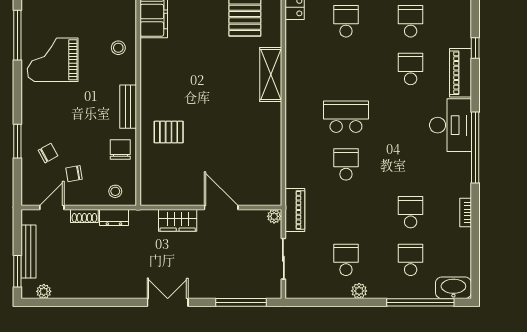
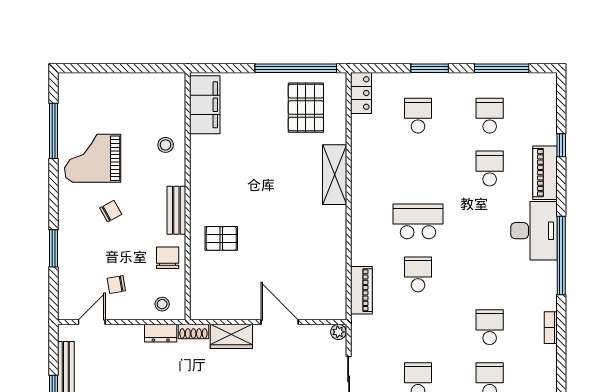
chair: (48, 153) -> (111, 211), moved
piano: (295, 210) -> (361, 290), moved
shoe rack: (84, 216) -> (193, 332), moved

